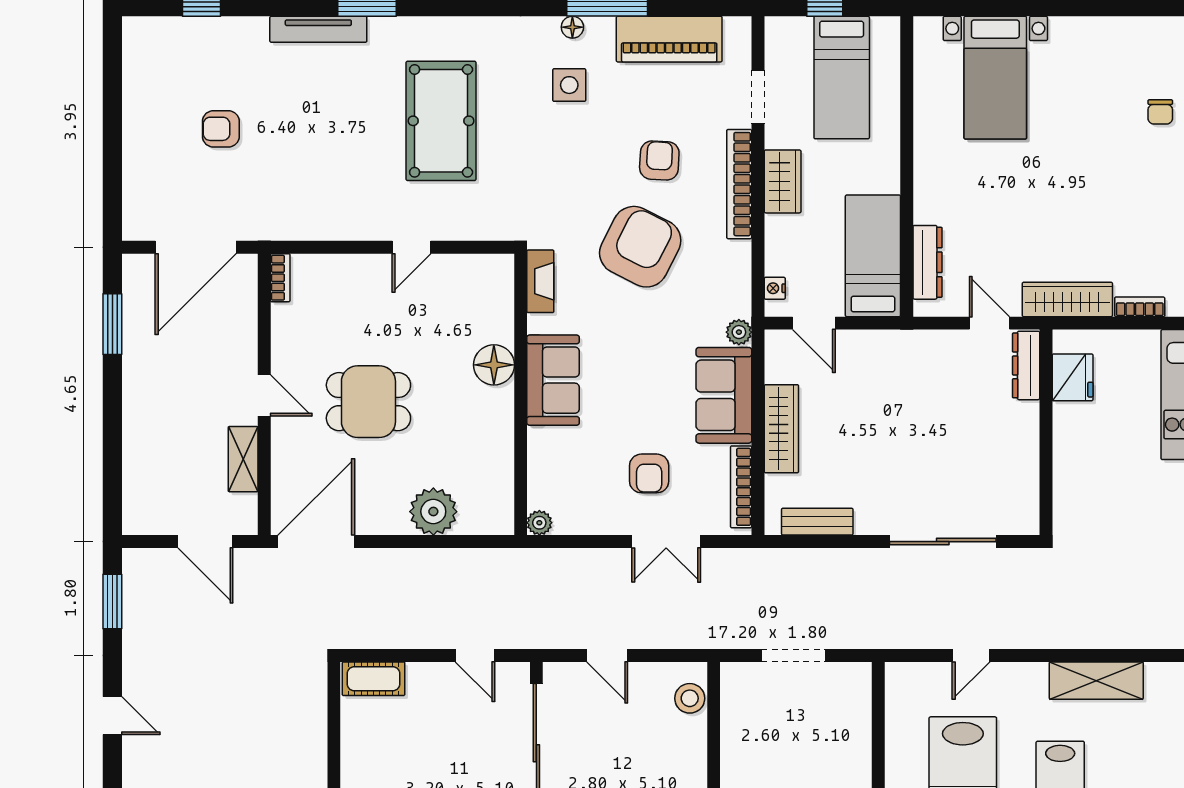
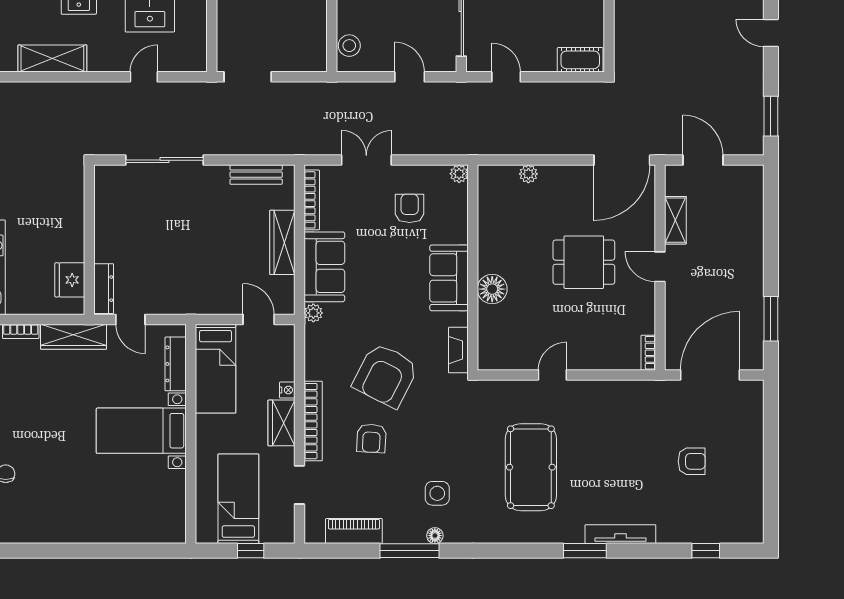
piano: (669, 39) -> (354, 531), width x0.73, depth x0.75
bed with nightstands: (995, 78) -> (141, 431), moved, turned -90
nightstand: (775, 288) -> (287, 390), moved
armchair: (649, 473) -> (410, 208), moved
plant: (433, 512) -> (528, 174), width x0.53, depth x0.53
doorway: (794, 655) -> (248, 77), moved

